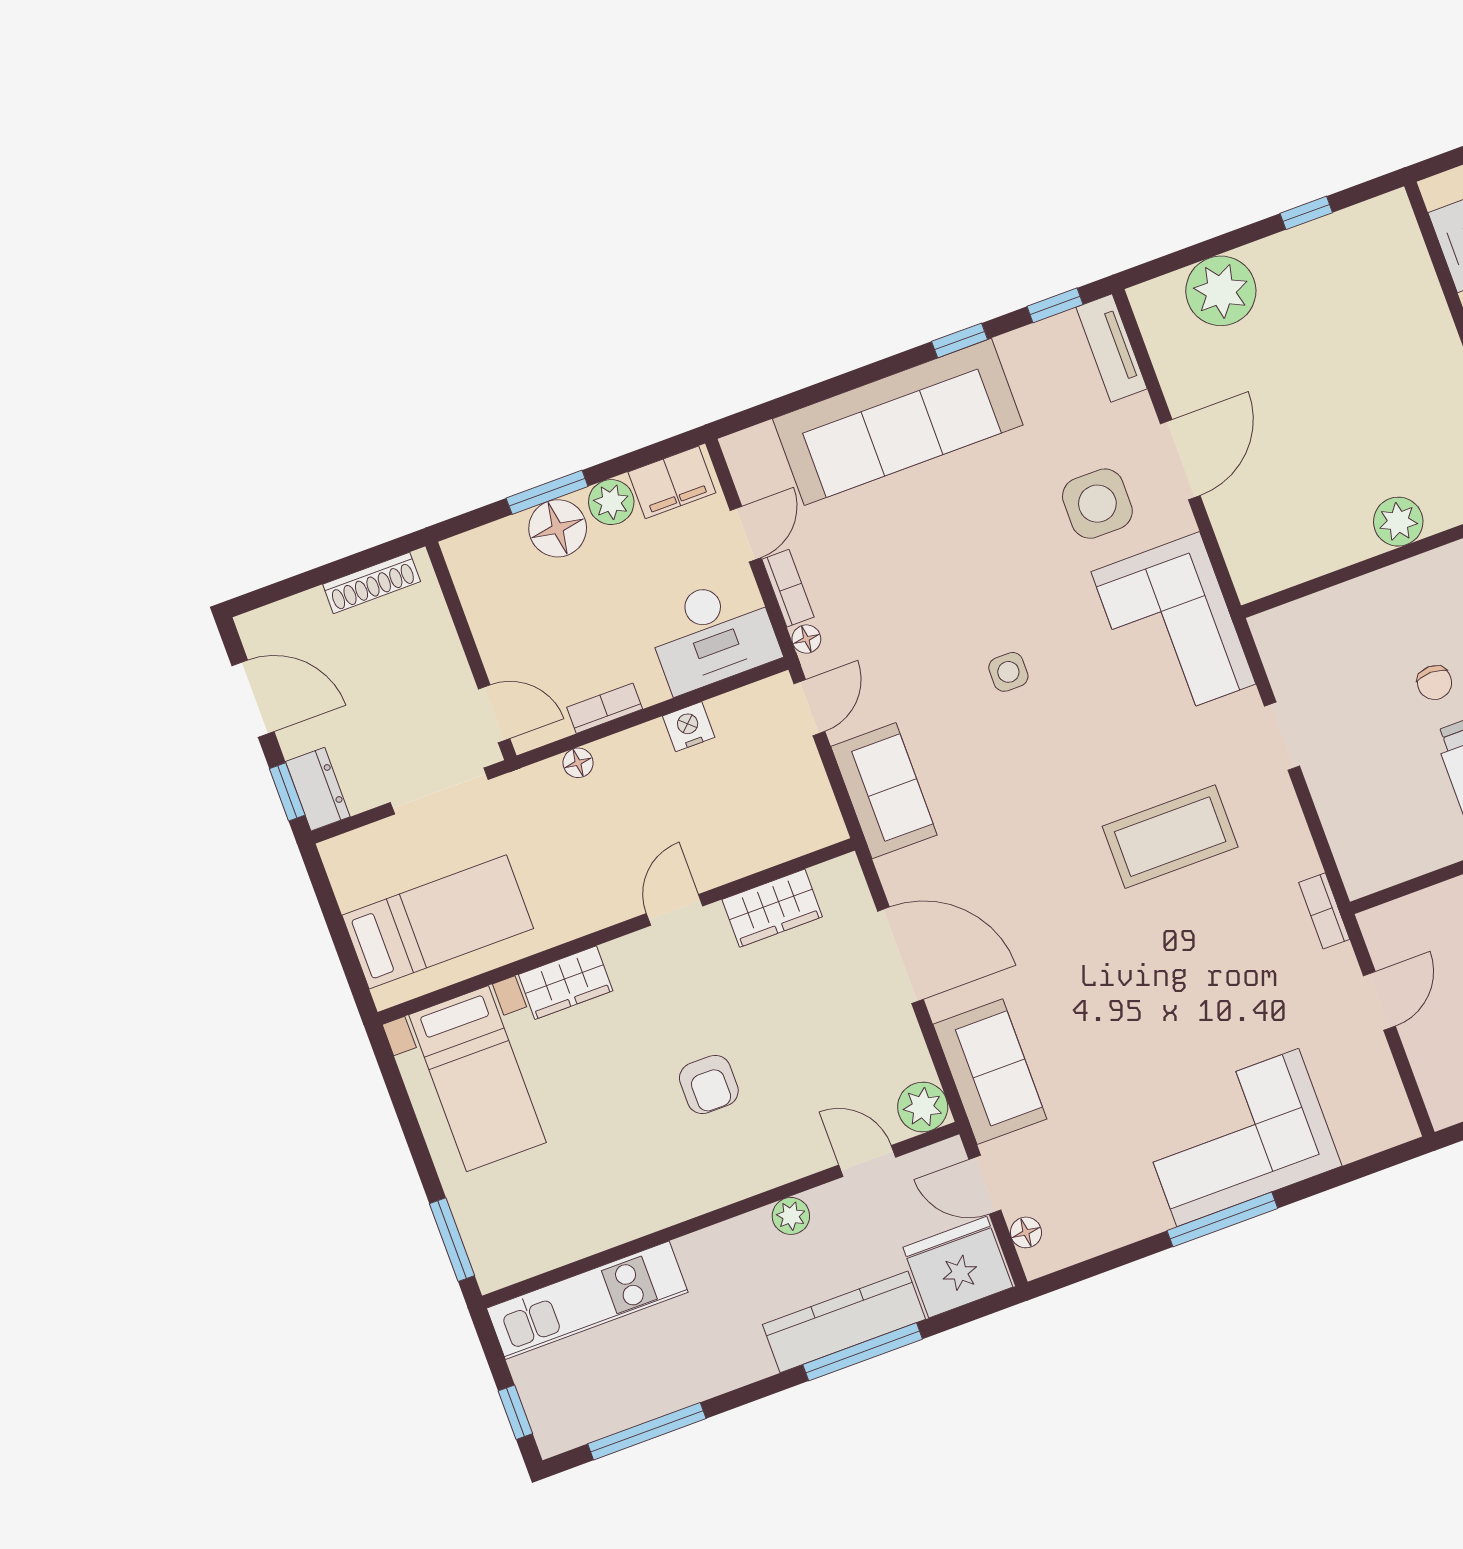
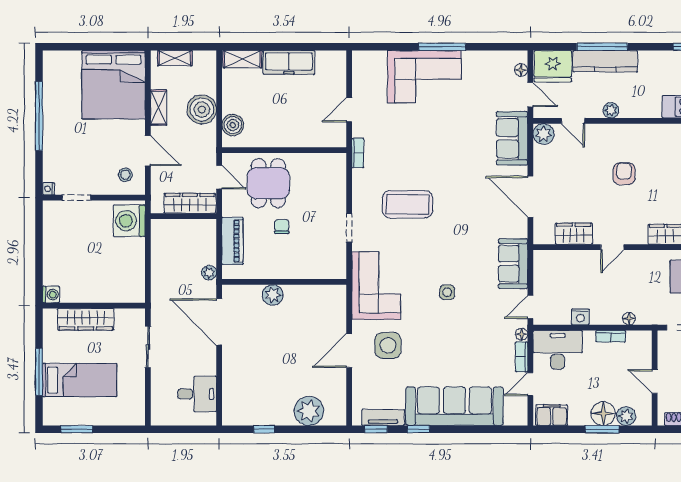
tv unit: (1112, 348) -> (383, 417), moved, turned -90
plant: (611, 502) -> (626, 416), moved
door: (494, 714) -> (655, 381), moved

